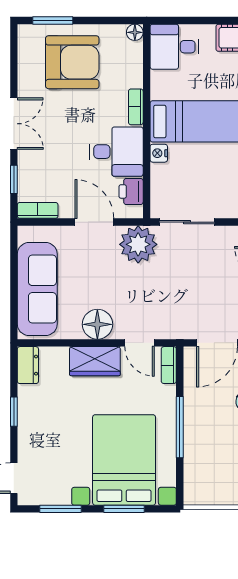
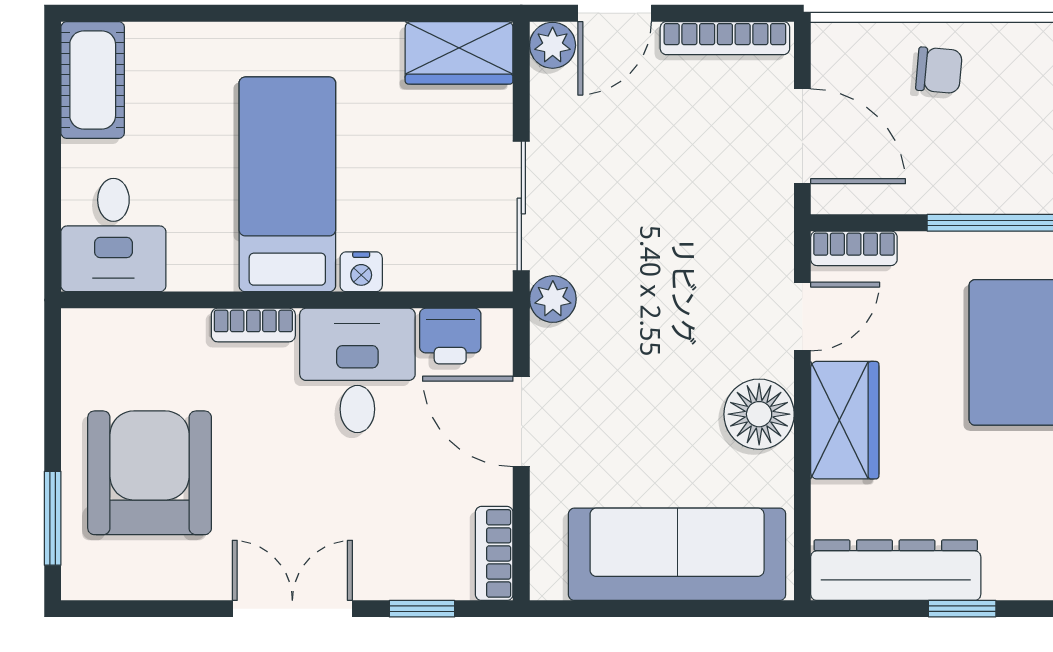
floor lamp: (135, 32) -> (80, 327), removed
door: (94, 222) -> (521, 421), hinge flipped
plant: (138, 244) -> (553, 299), width x0.53, depth x0.53
dresser: (28, 365) -> (896, 570), width x1.96, depth x1.24

